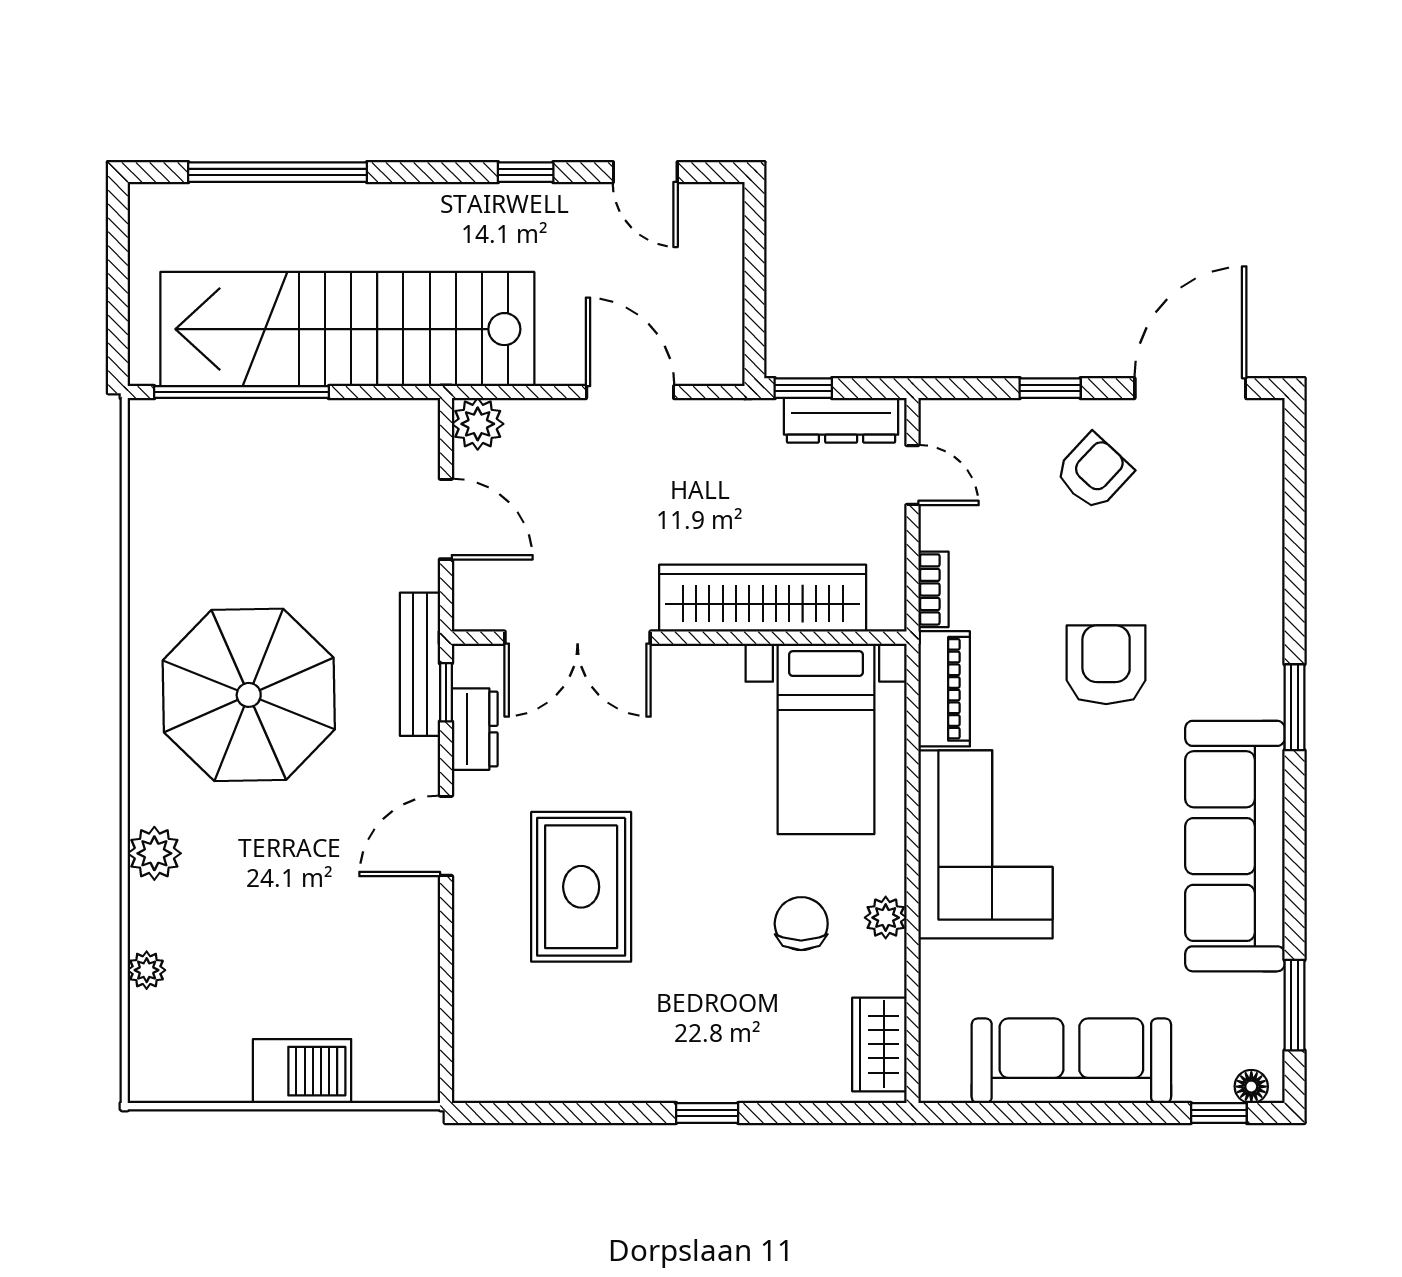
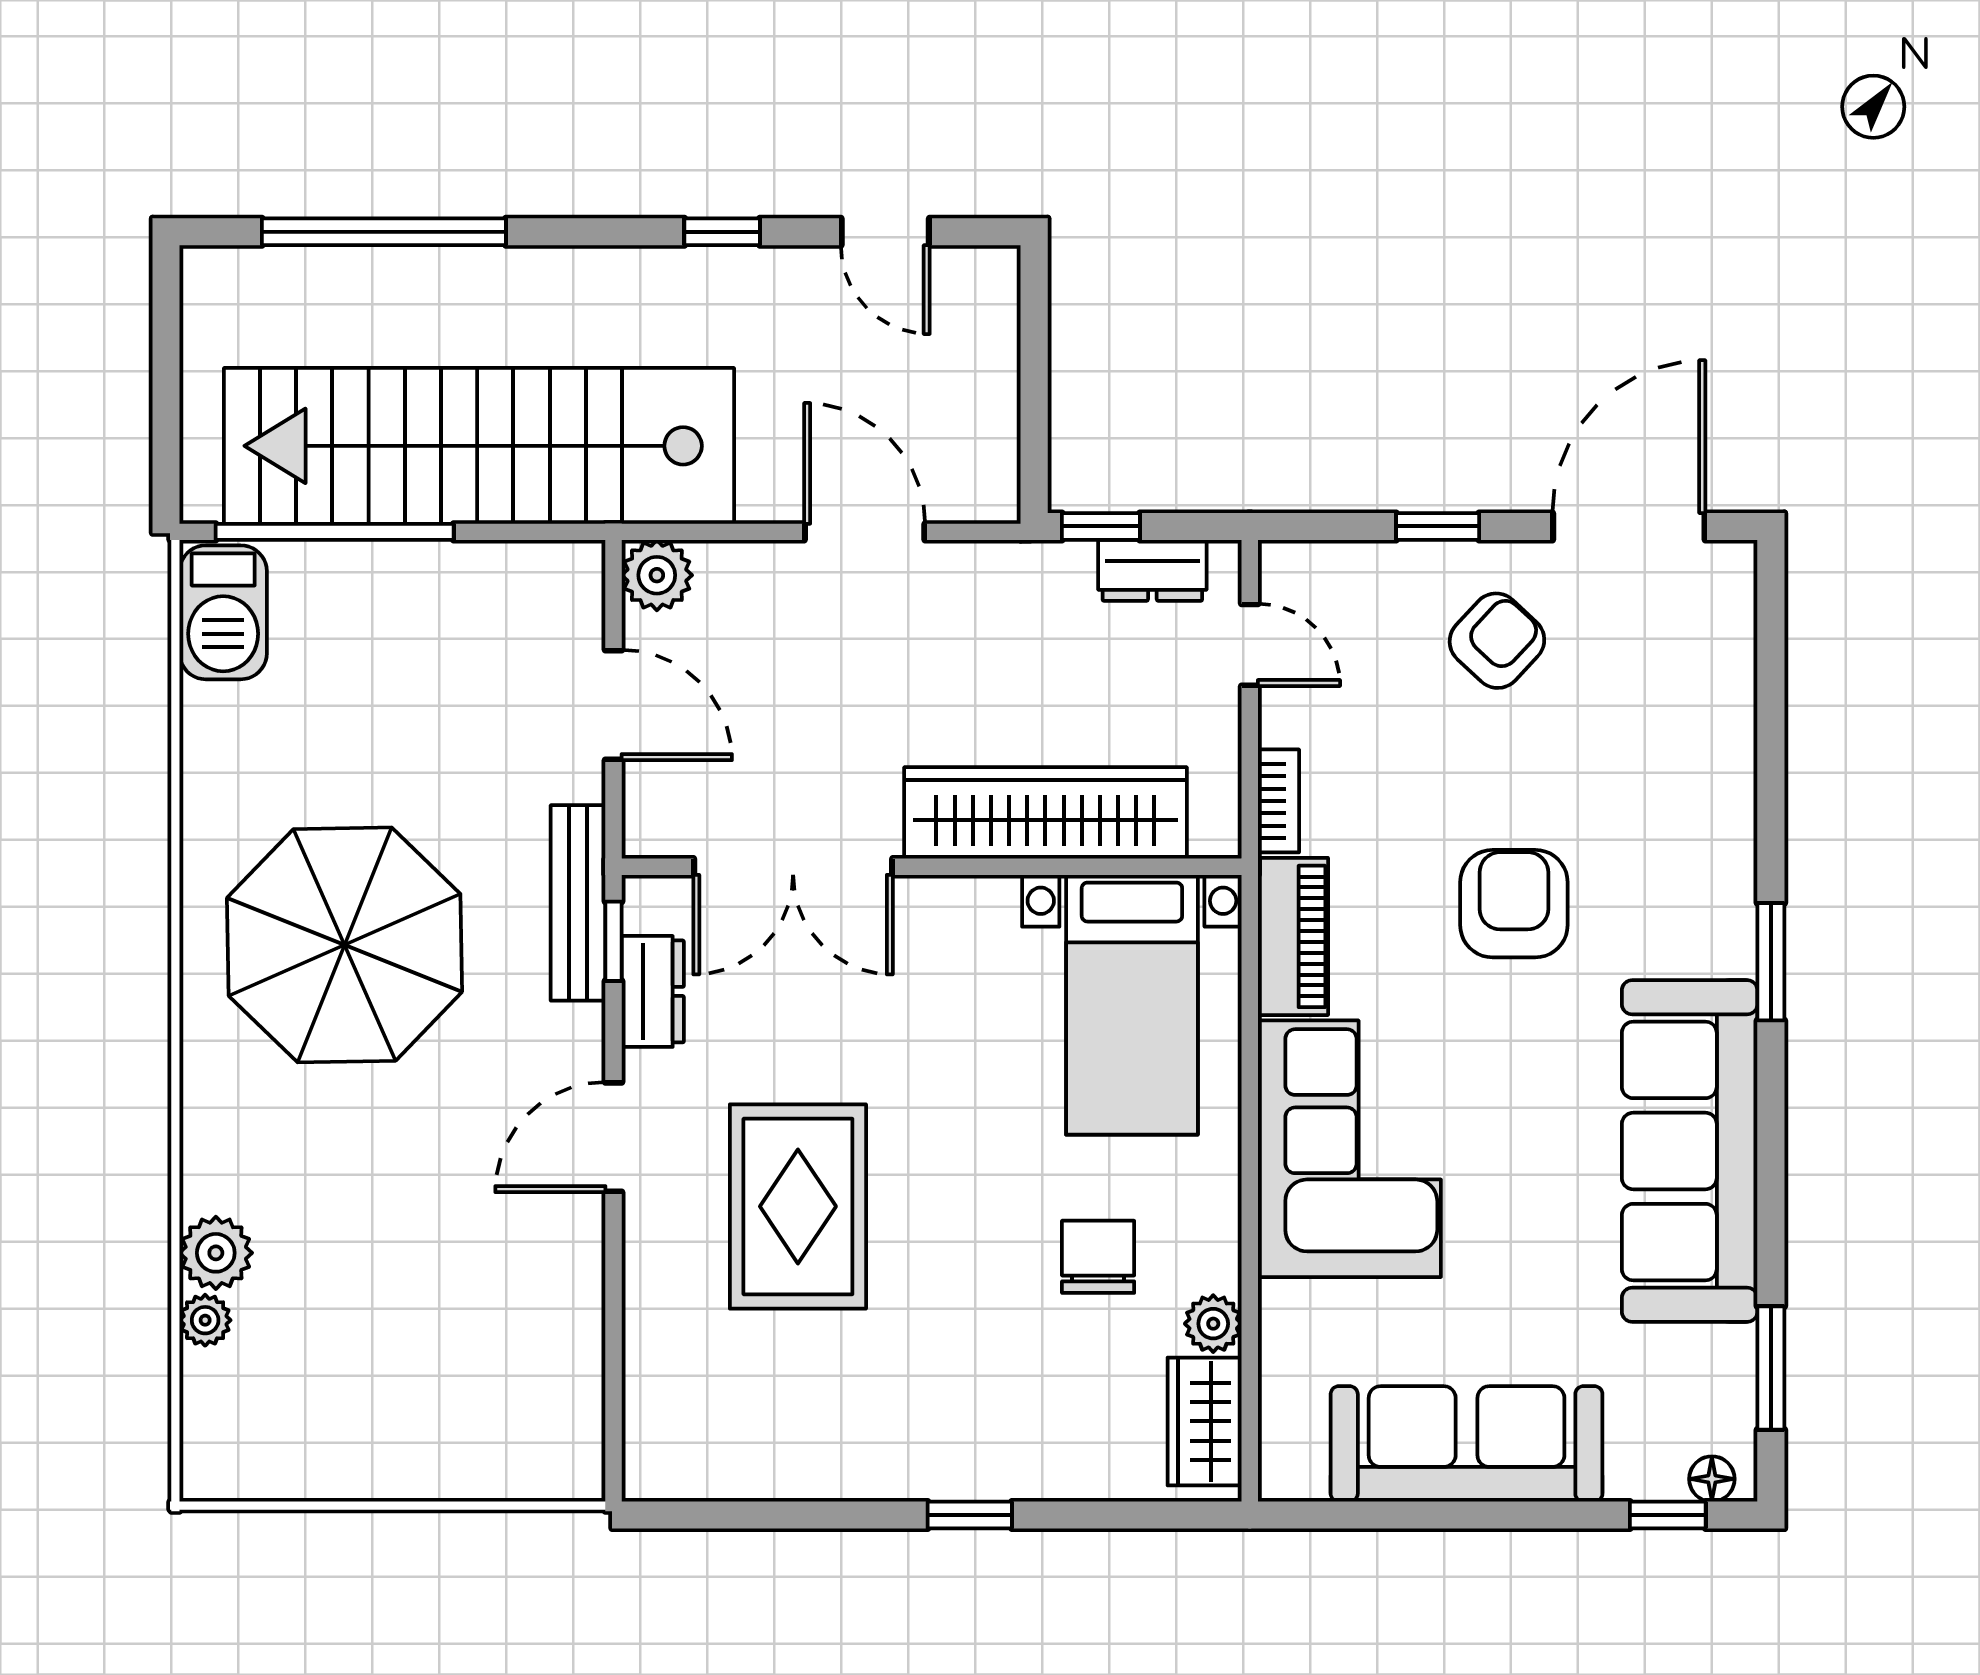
dresser: (841, 420) -> (1152, 570), width x0.70
plant: (154, 853) -> (216, 1253), moved
plant: (886, 918) -> (1213, 1324), moved
barbecue: (302, 1071) -> (223, 612), moved, turned 90

